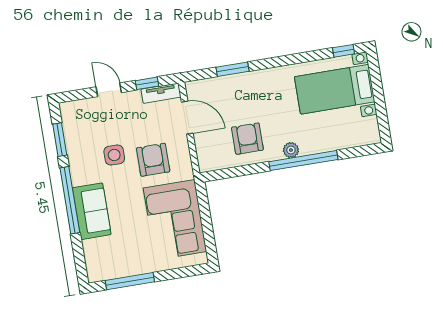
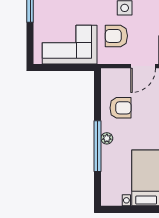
armchair: (153, 160) -> (116, 36), turned 180

